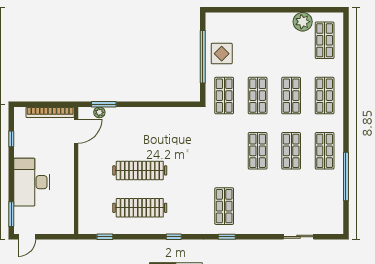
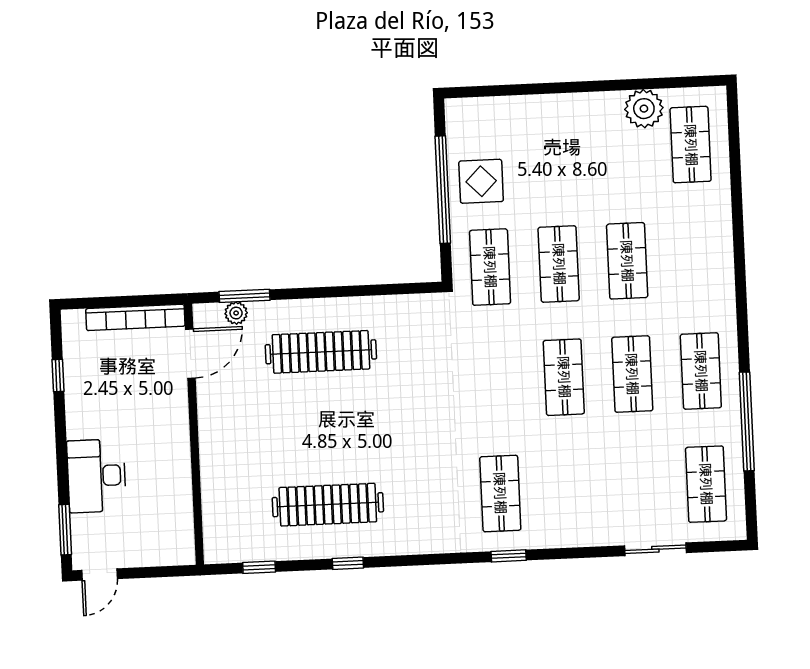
shop shelf: (325, 96) -> (706, 484), moved
clothes rail: (140, 170) -> (321, 352), moved
desk: (32, 182) -> (96, 476), width x0.73, depth x0.77
window: (174, 237) -> (348, 563), moved

